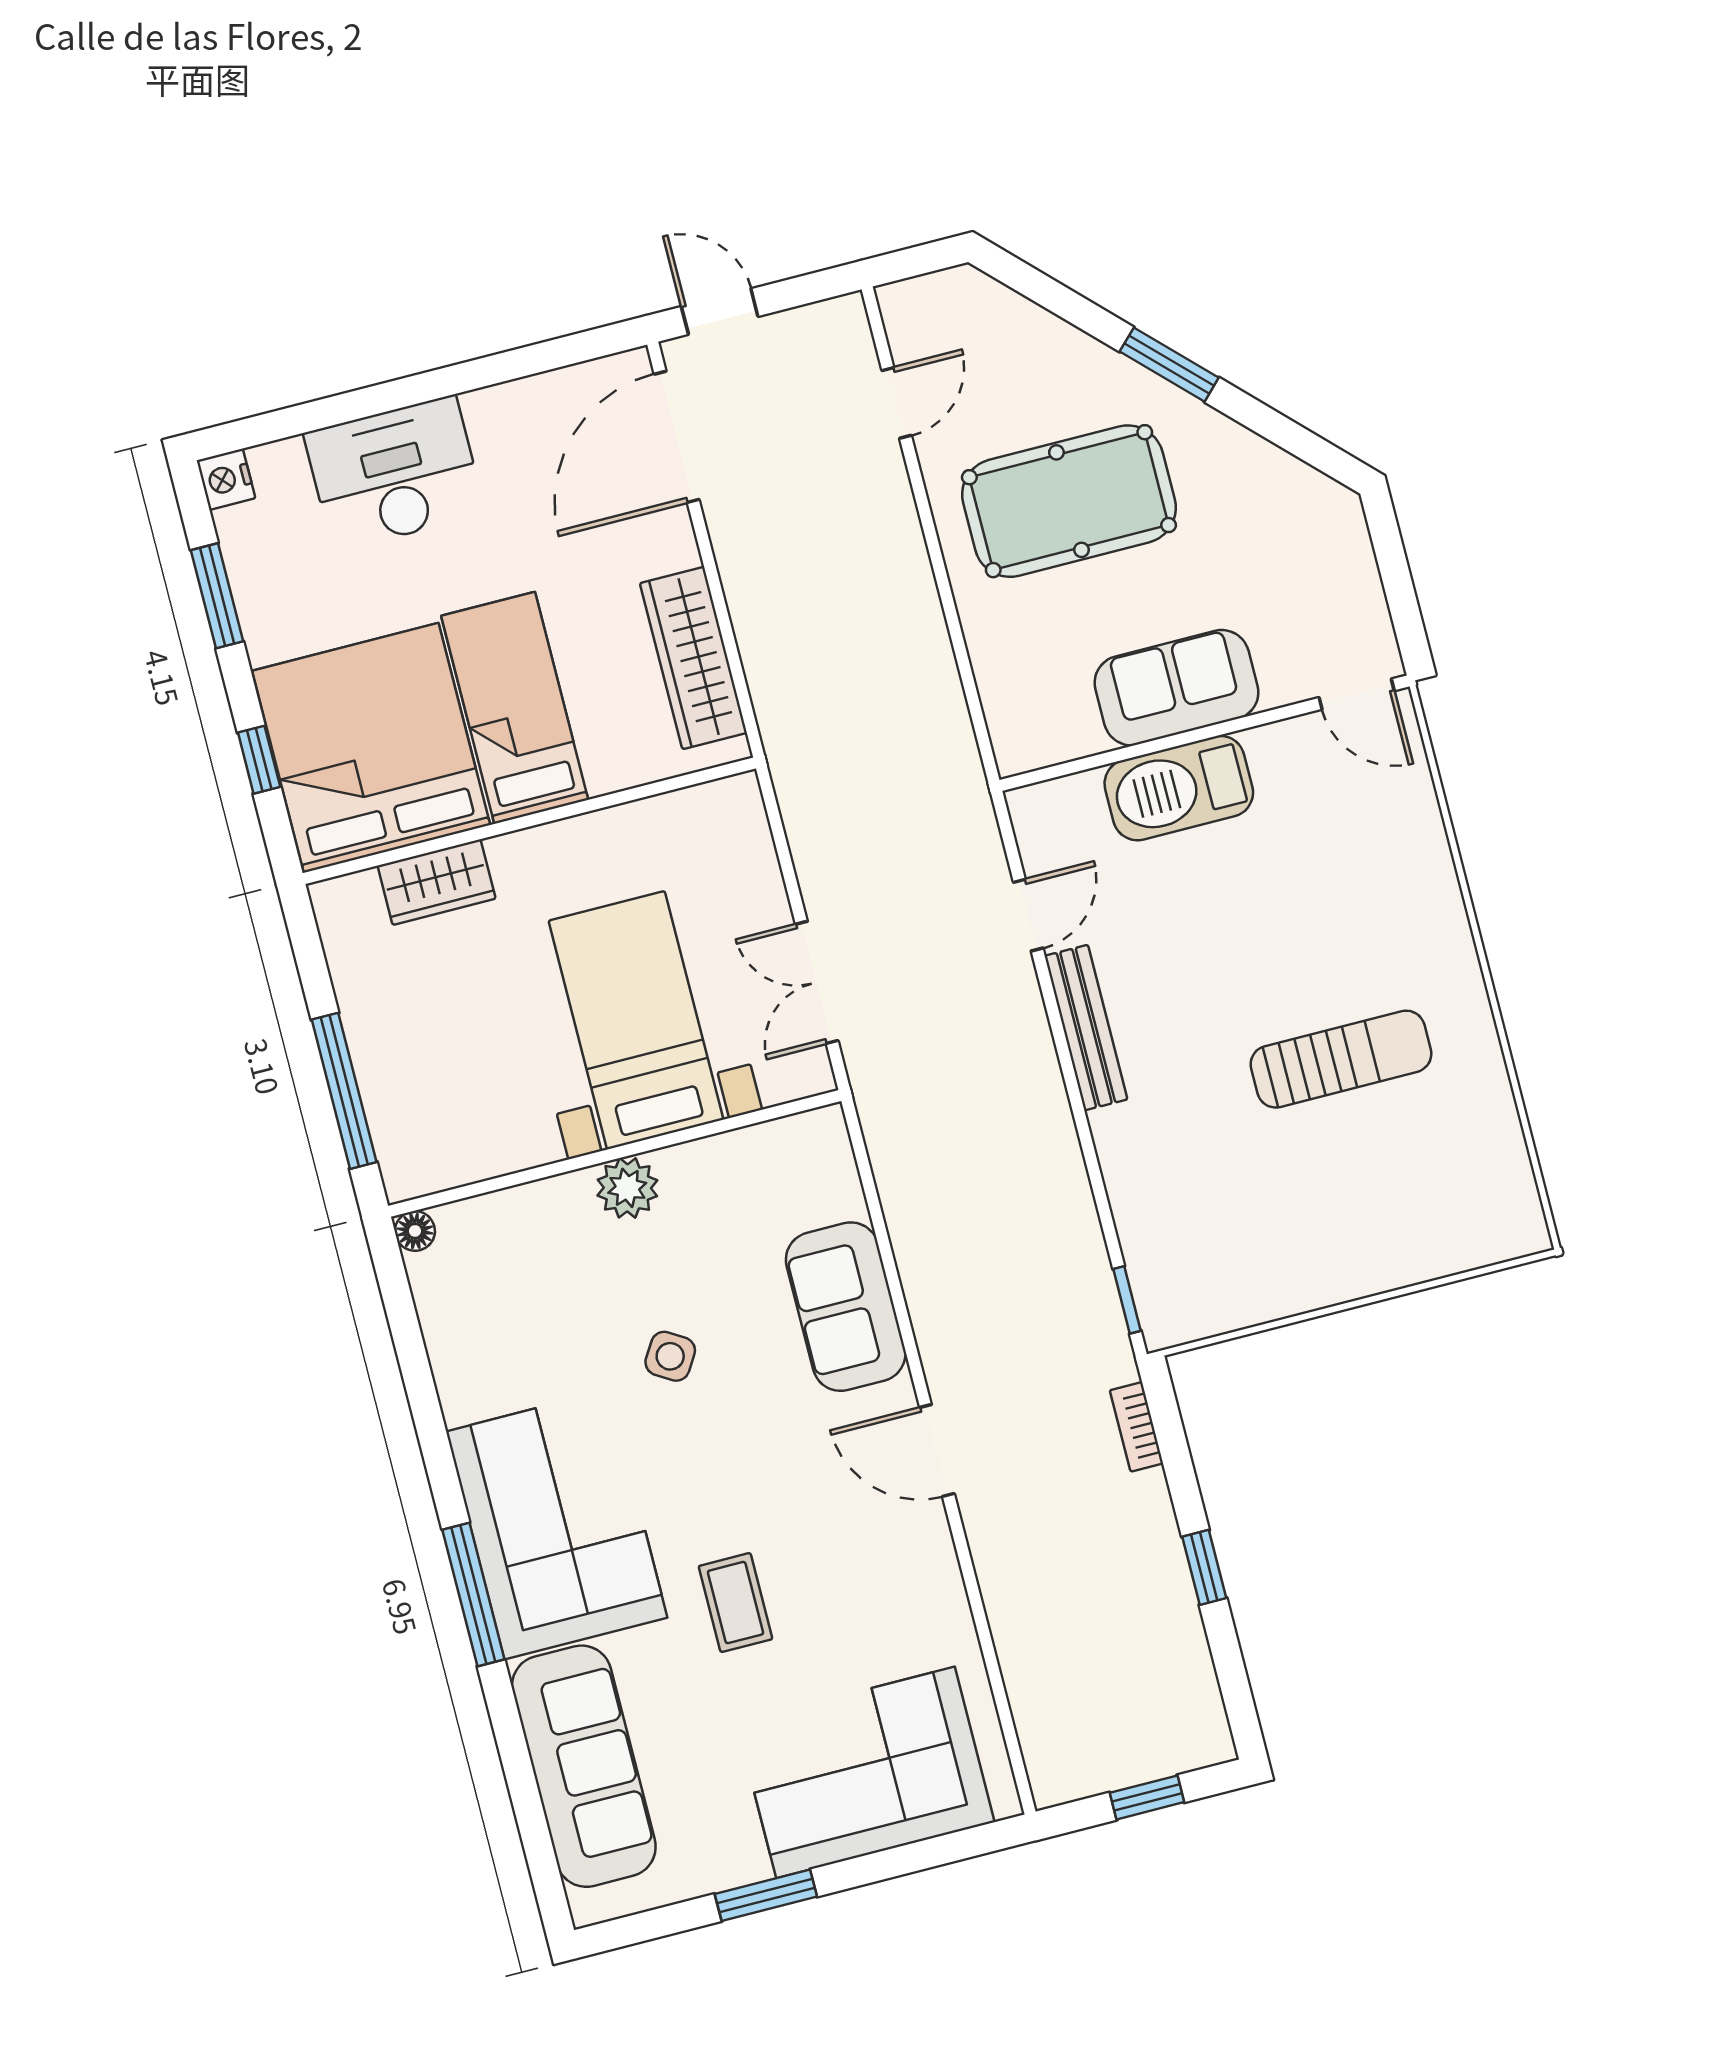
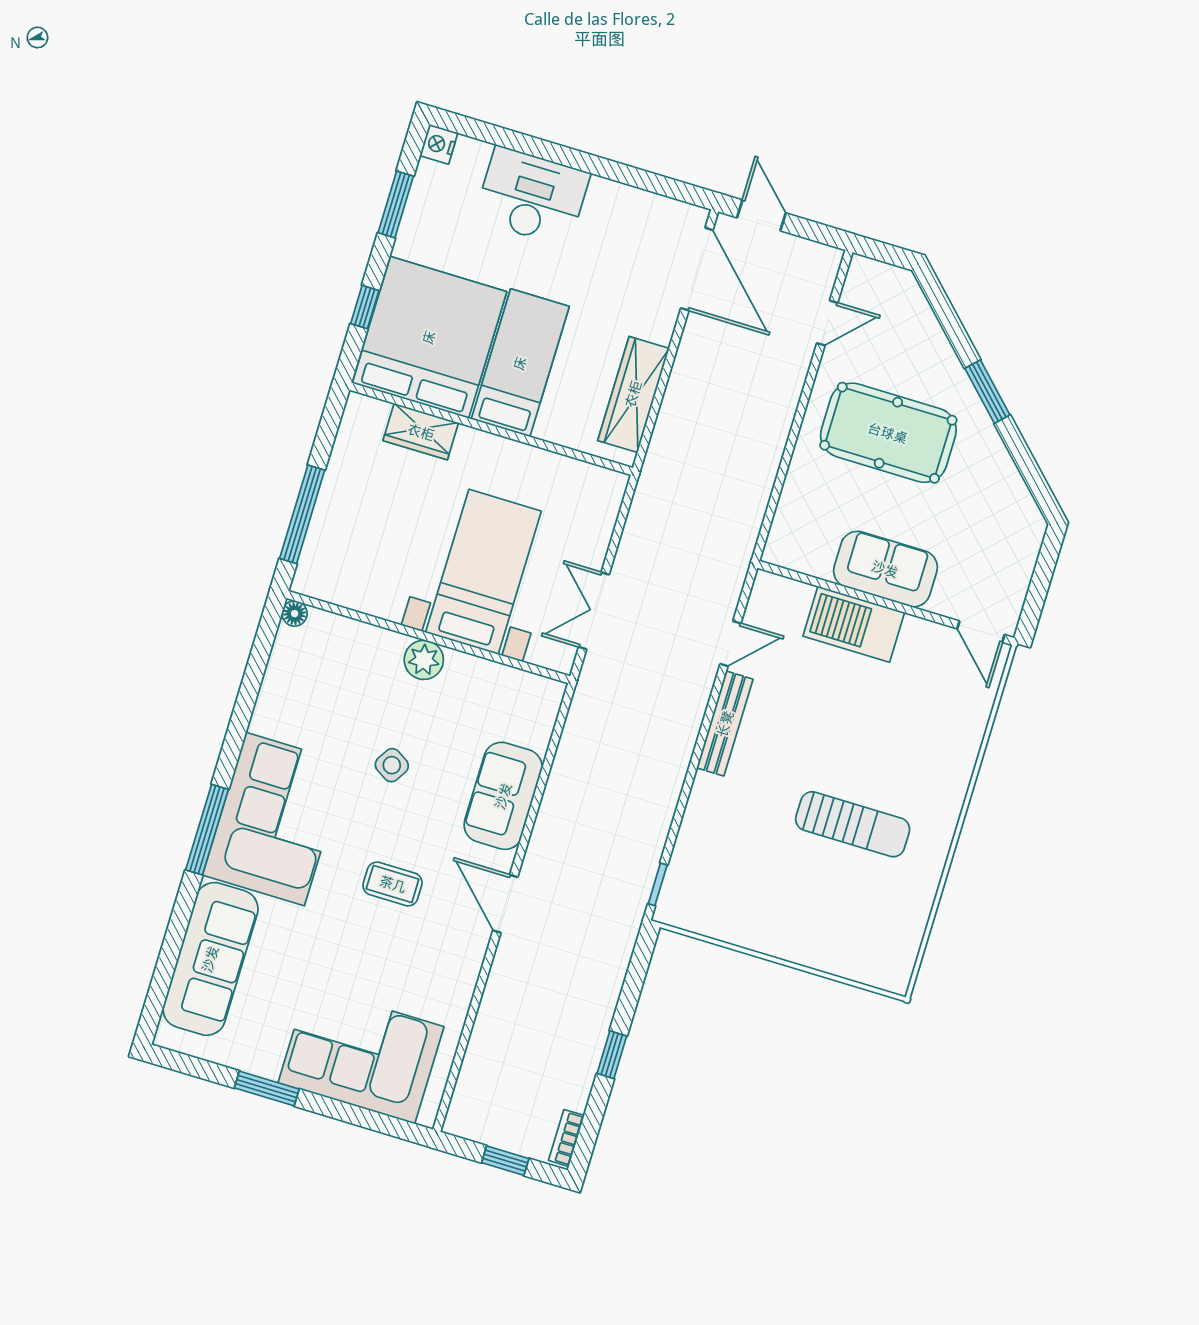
door: (677, 437) -> (697, 269), swing flipped
bookcase: (1136, 1427) -> (566, 1138), moved
coffee table: (736, 1603) -> (393, 884), moved, turned 90

